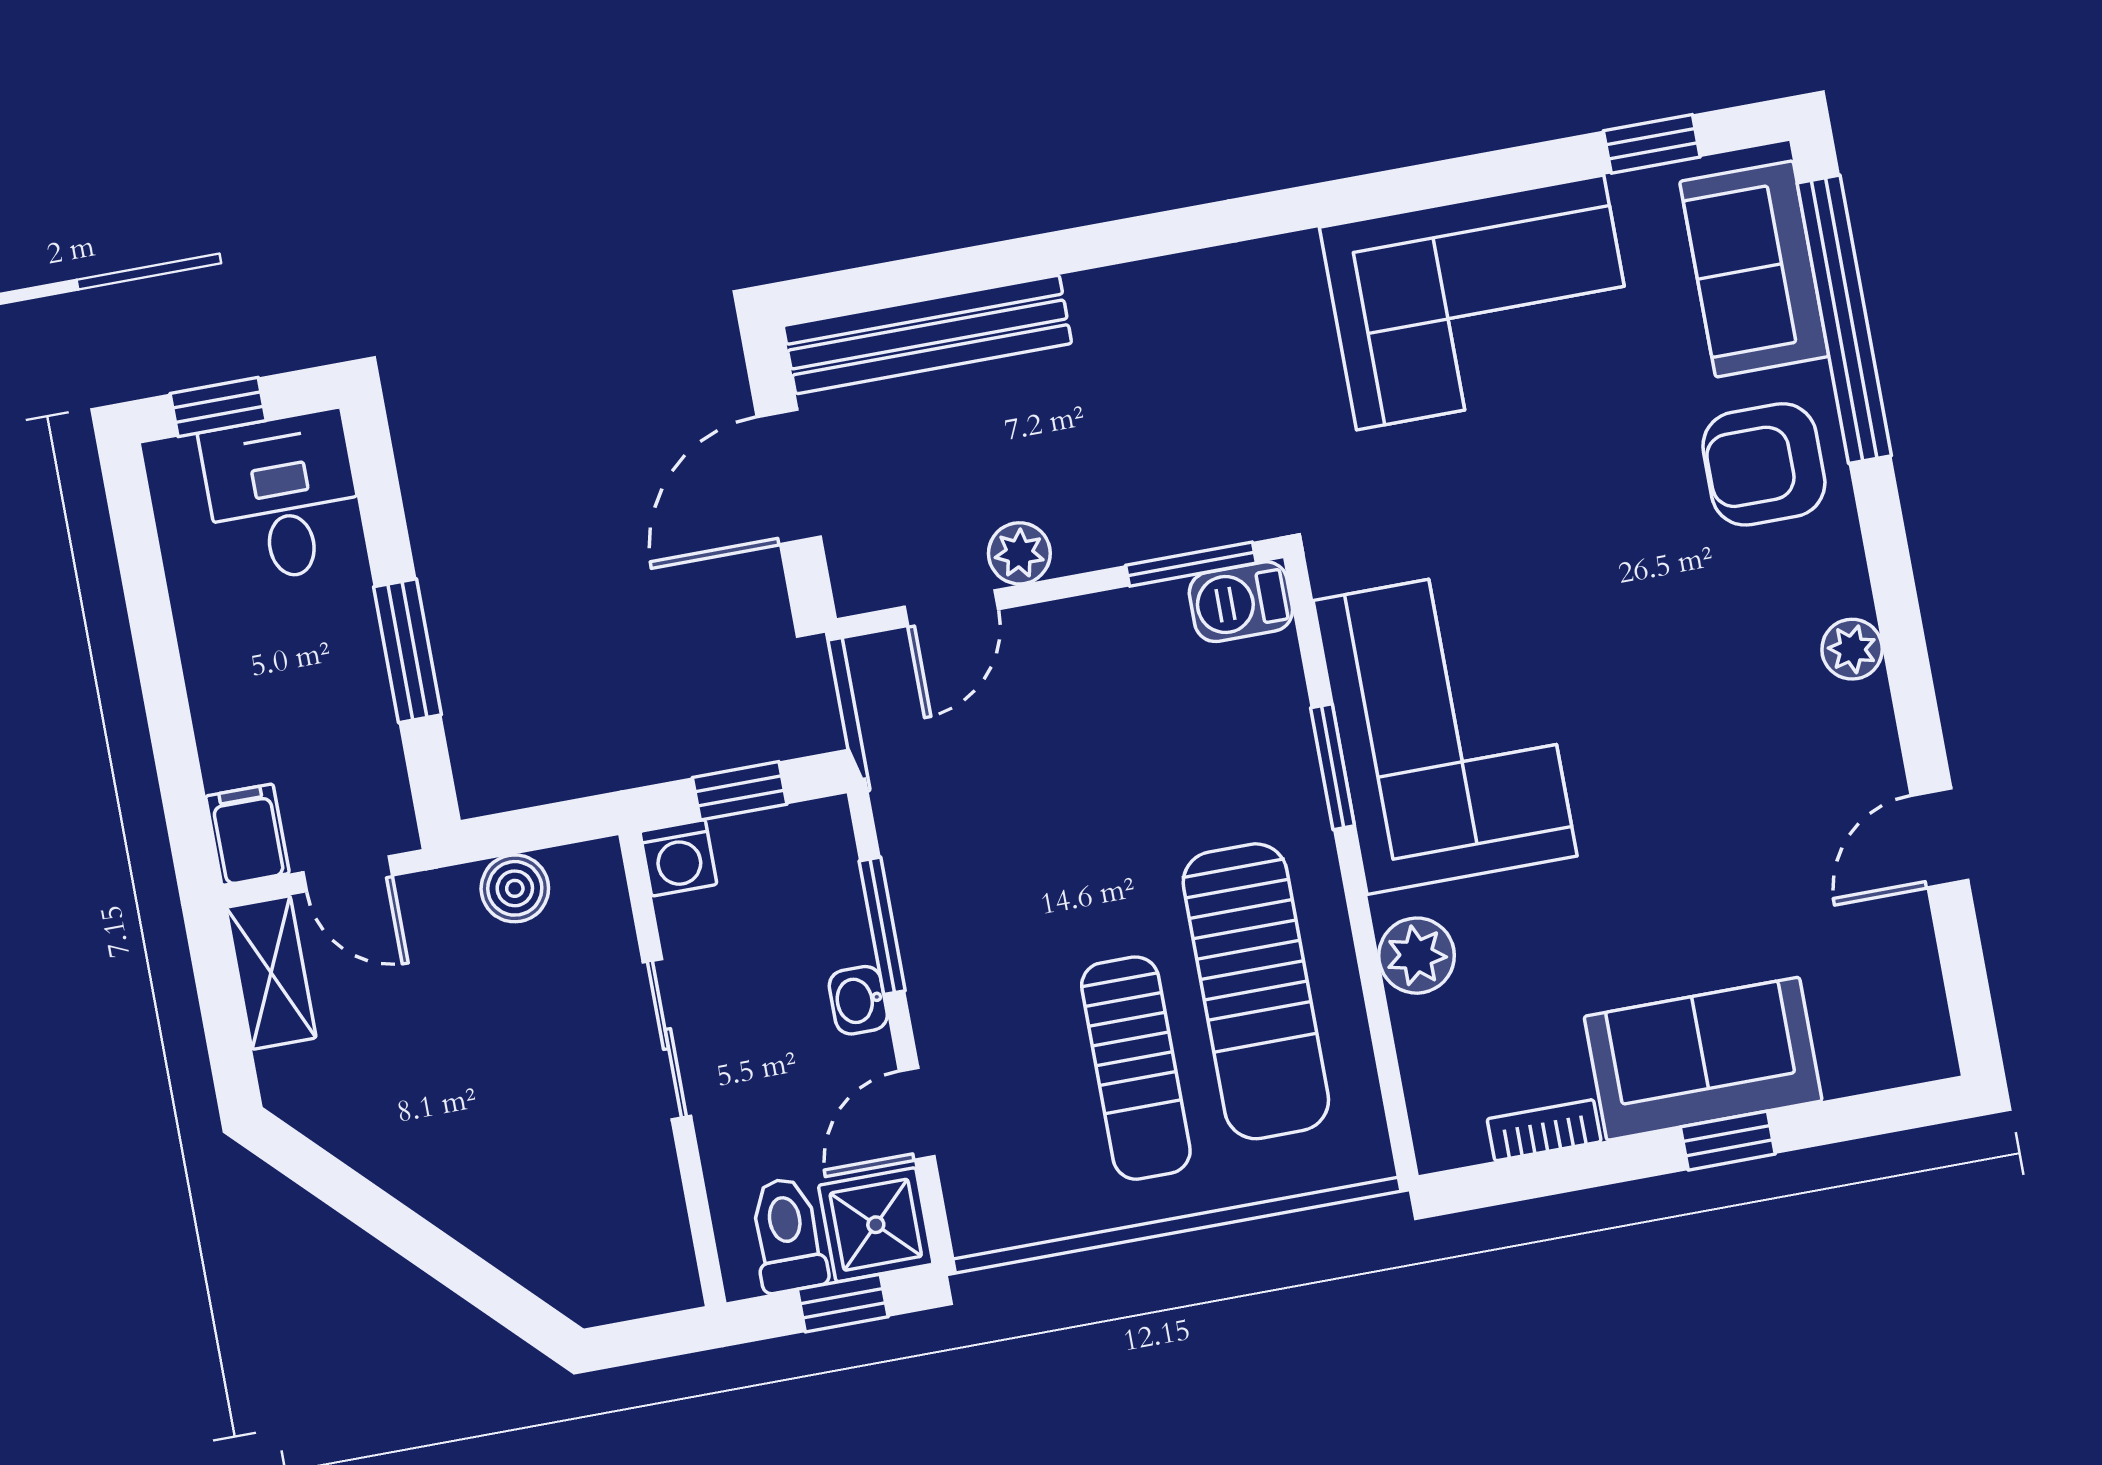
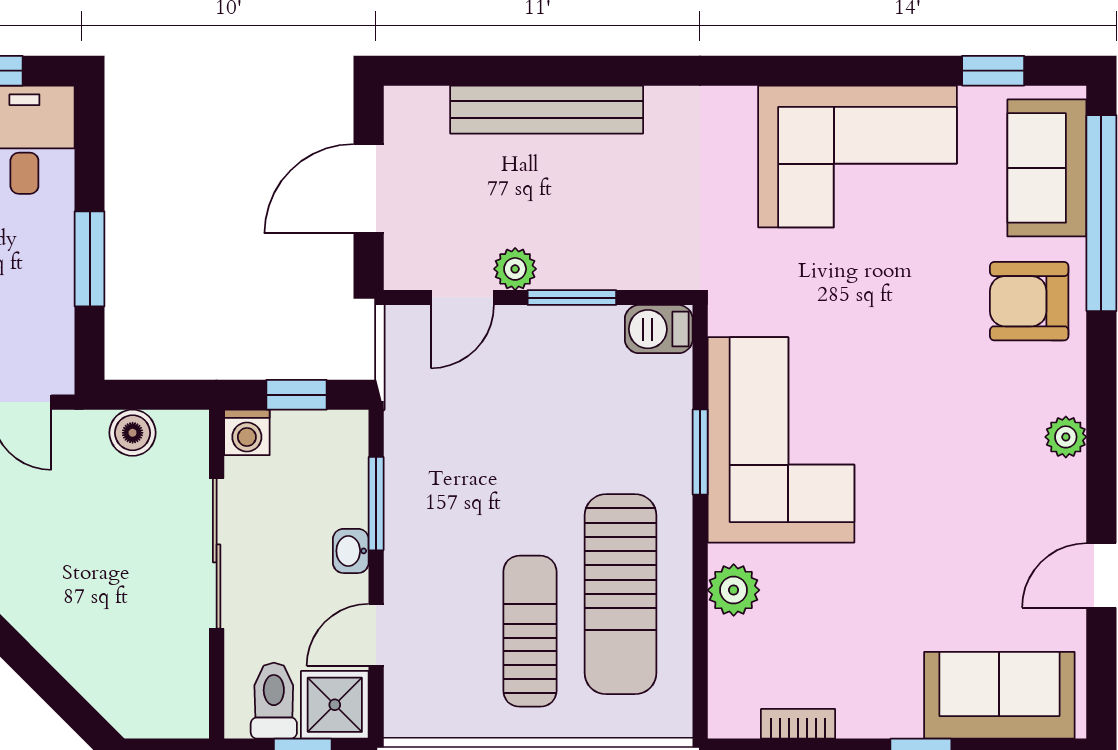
bench: (927, 334) -> (547, 110), moved
window: (1191, 564) -> (572, 298), moved
sliding door: (667, 1039) -> (217, 553), width x1.37
sofa: (1703, 1059) -> (999, 695), moved
sun lounger: (1136, 1068) -> (530, 631), turned 180

